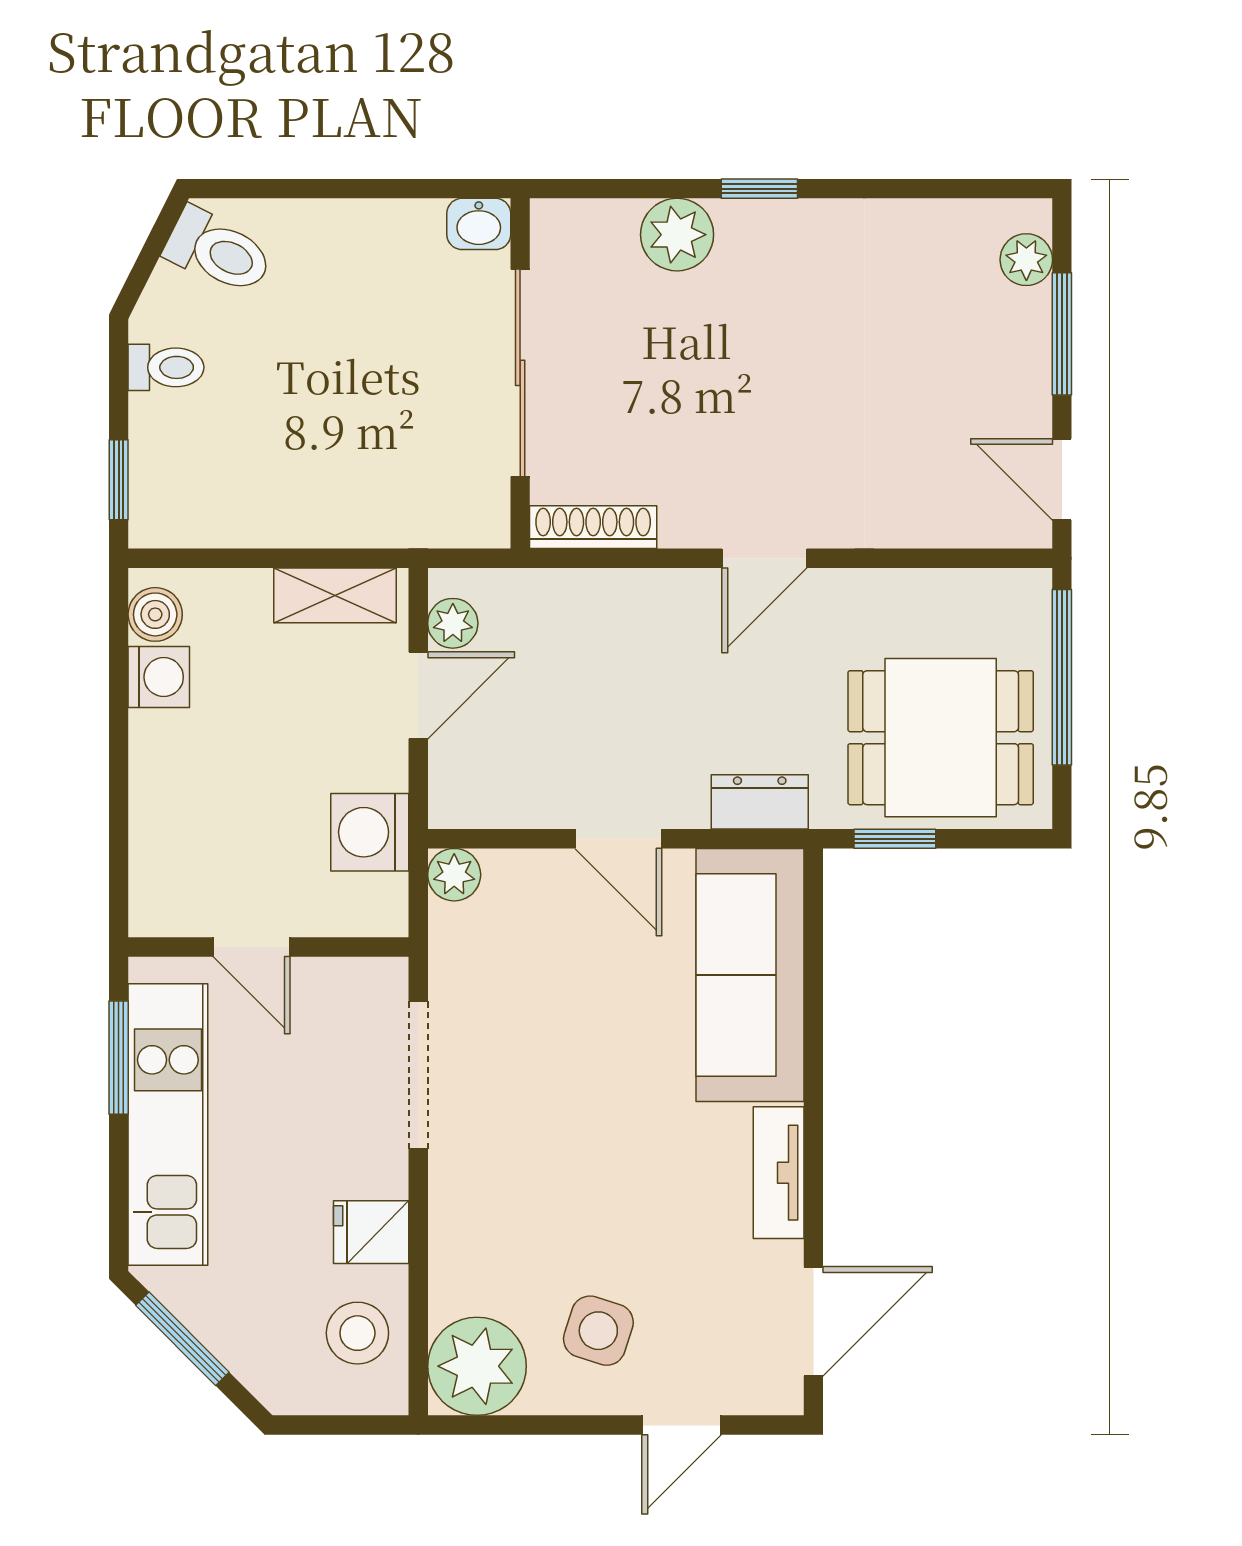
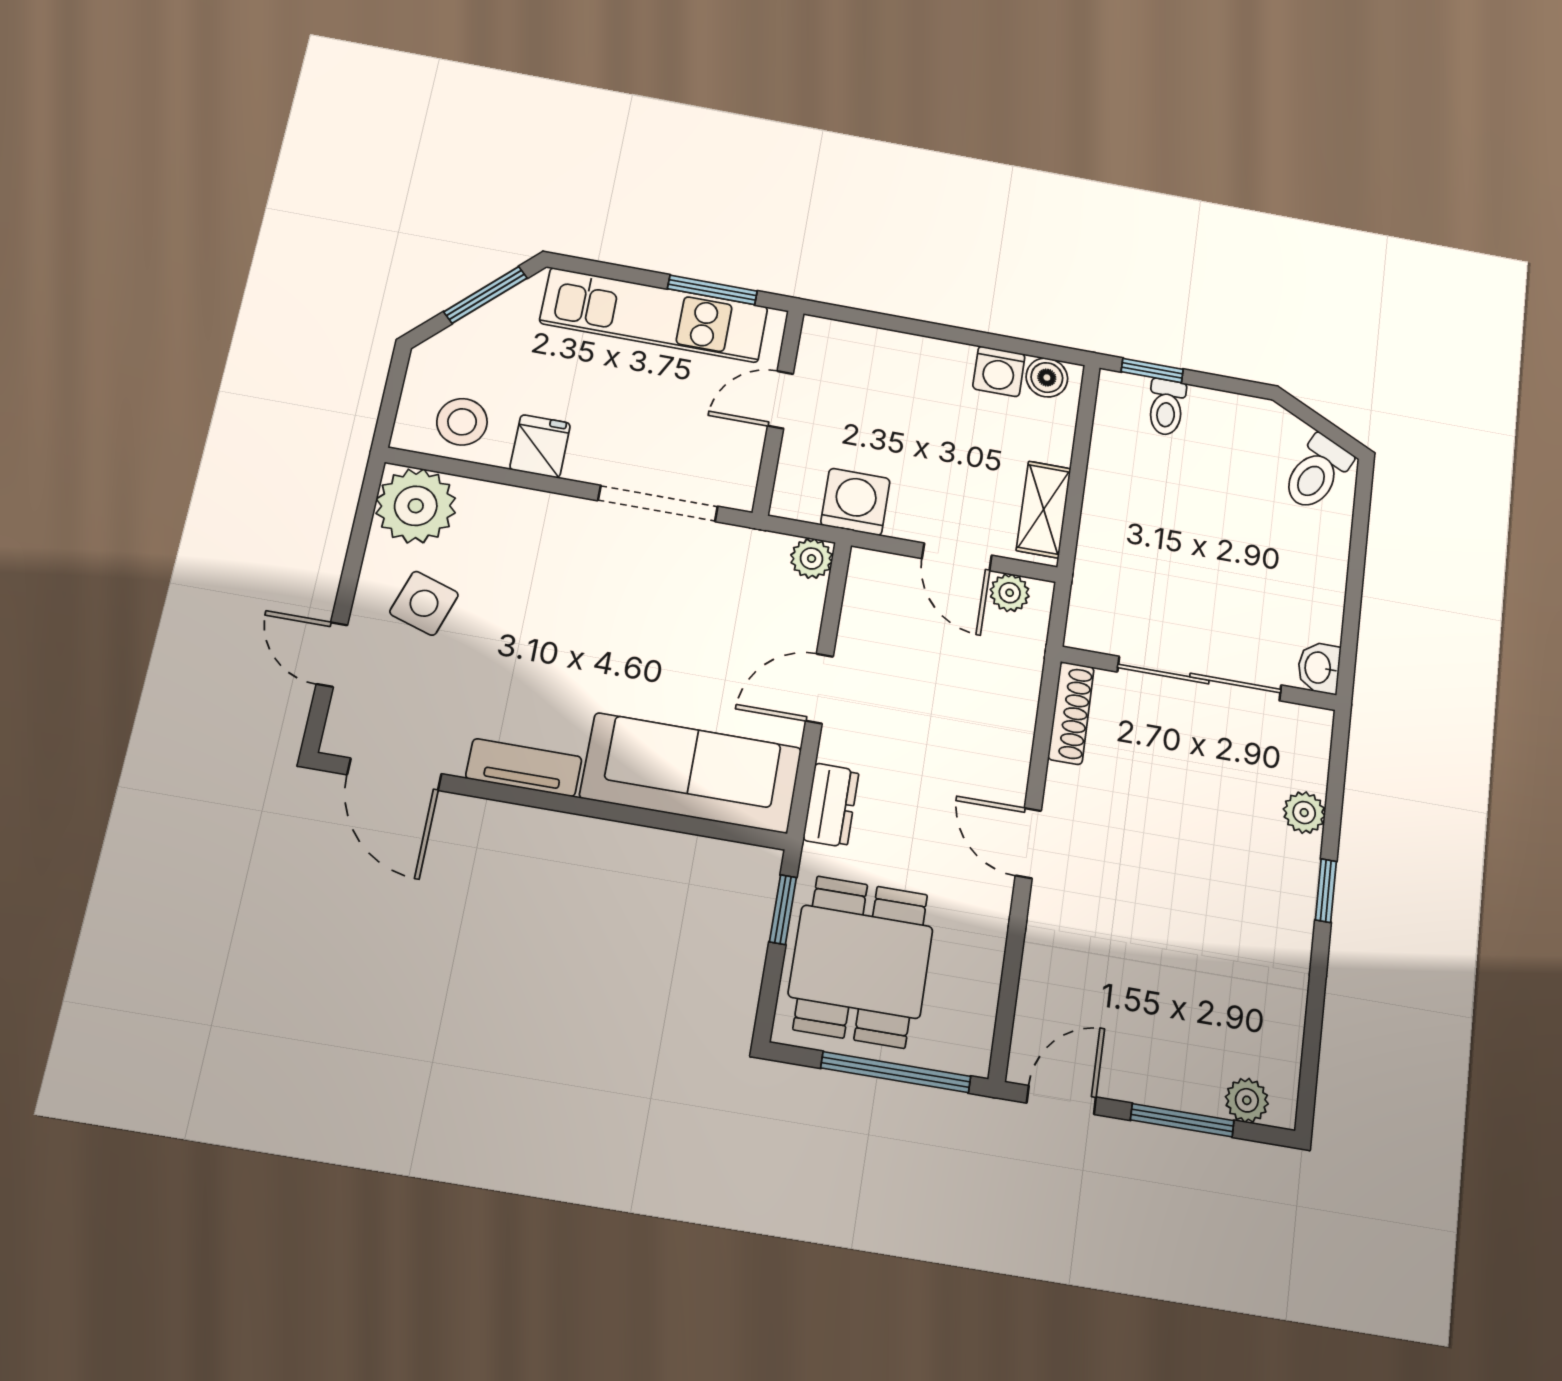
plant: (677, 235) -> (1304, 813), width x0.73, depth x0.73
toilet: (166, 367) -> (1166, 407), moved

